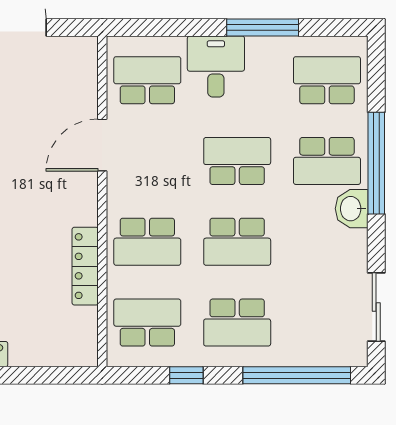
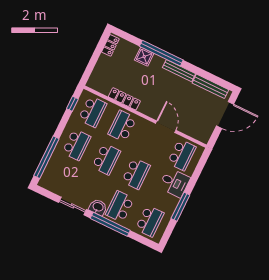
school desk: (237, 242) -> (106, 159), turned 180
sliding door: (376, 307) -> (73, 206), moved
school desk: (237, 323) -> (76, 145), turned 180
window: (186, 375) -> (72, 104), moved

